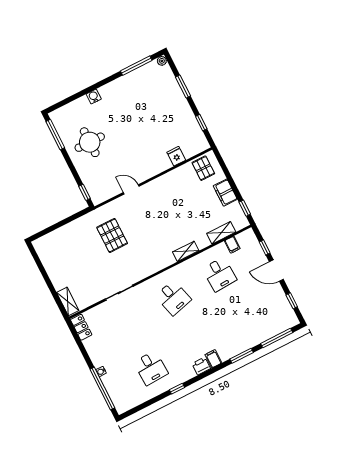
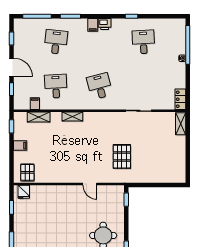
fridge: (176, 156) -> (24, 192), moved
filing cabinet: (225, 193) -> (20, 146), width x0.50
desk: (243, 321) -> (56, 42), added

